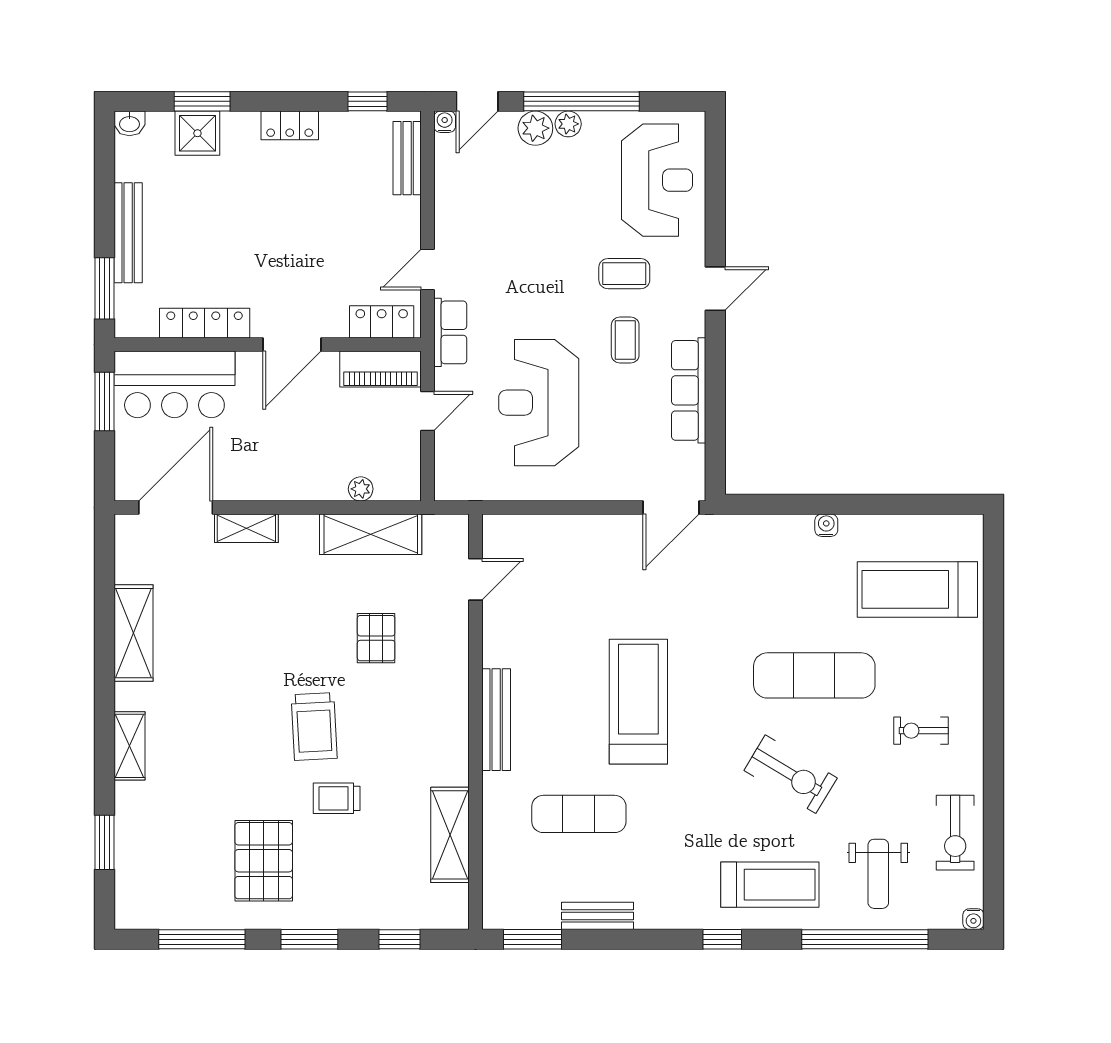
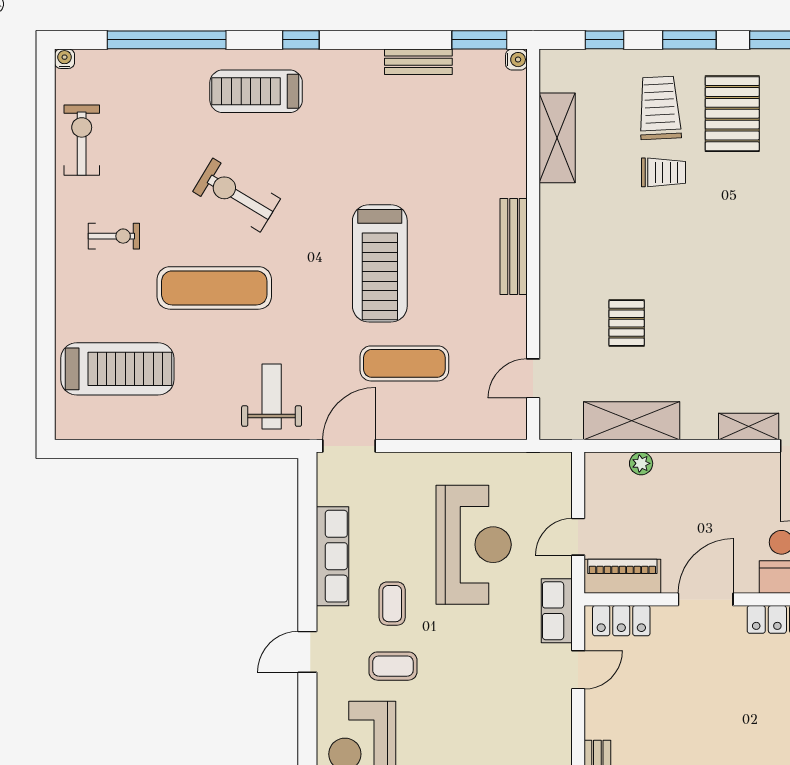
water cooler: (826, 525) -> (516, 60), moved, turned -90
trolley: (314, 726) -> (660, 108), moved
exercise mat: (579, 814) -> (404, 363), moved
weight bench: (878, 874) -> (272, 396), moved

